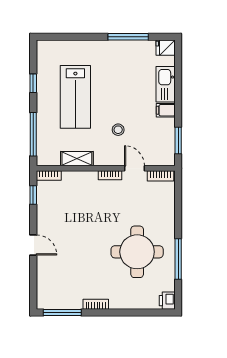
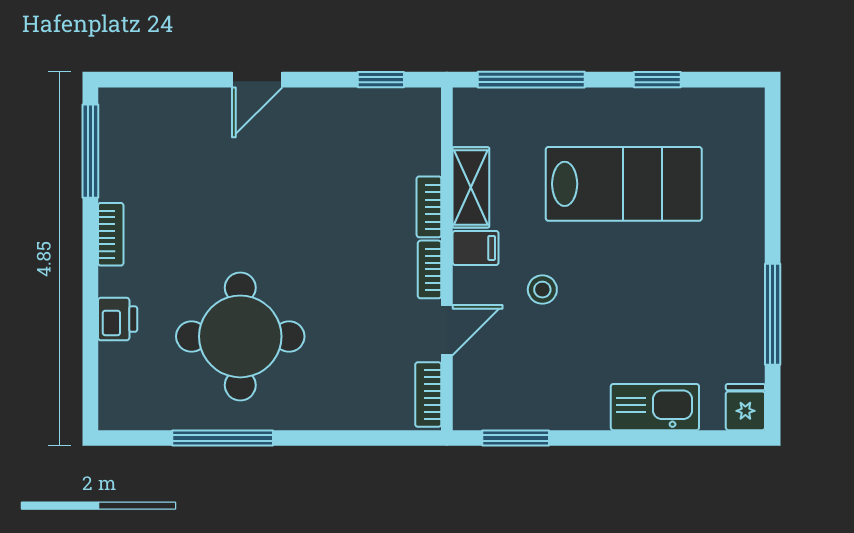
lab bench: (75, 97) -> (624, 184), turned 180
filing cabinet: (166, 110) -> (476, 248), moved, turned 90
bookcase: (49, 176) -> (429, 207), moved
printer: (167, 301) -> (118, 319), moved, turned 90

